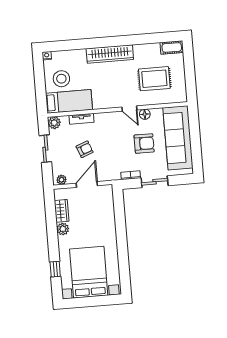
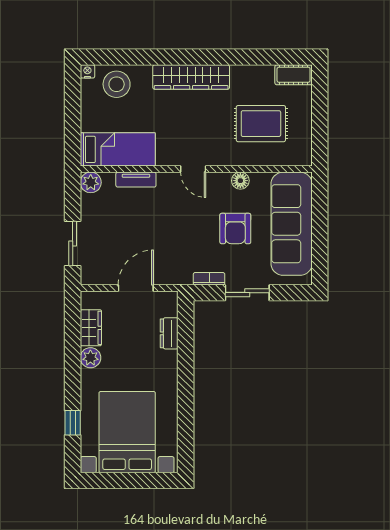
stool: (61, 79) -> (117, 84), moved
door: (129, 108) -> (193, 169), moved
armchair: (144, 143) -> (235, 228), turned 90
sliding door: (45, 149) -> (73, 244), moved
armchair: (85, 149) -> (137, 230), removed
plant: (61, 180) -> (95, 277), removed
dresser: (109, 210) -> (169, 333), added

